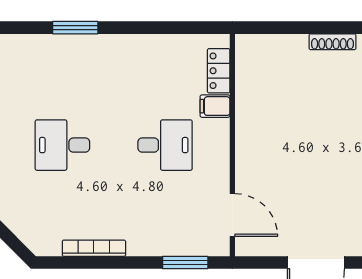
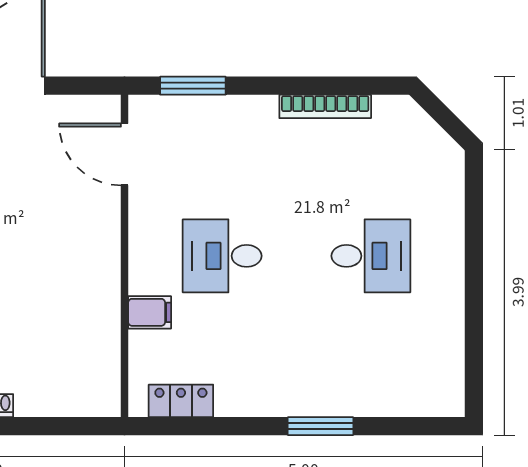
window: (75, 28) -> (321, 426), moved
locker: (219, 71) -> (181, 401), moved, turned -90

